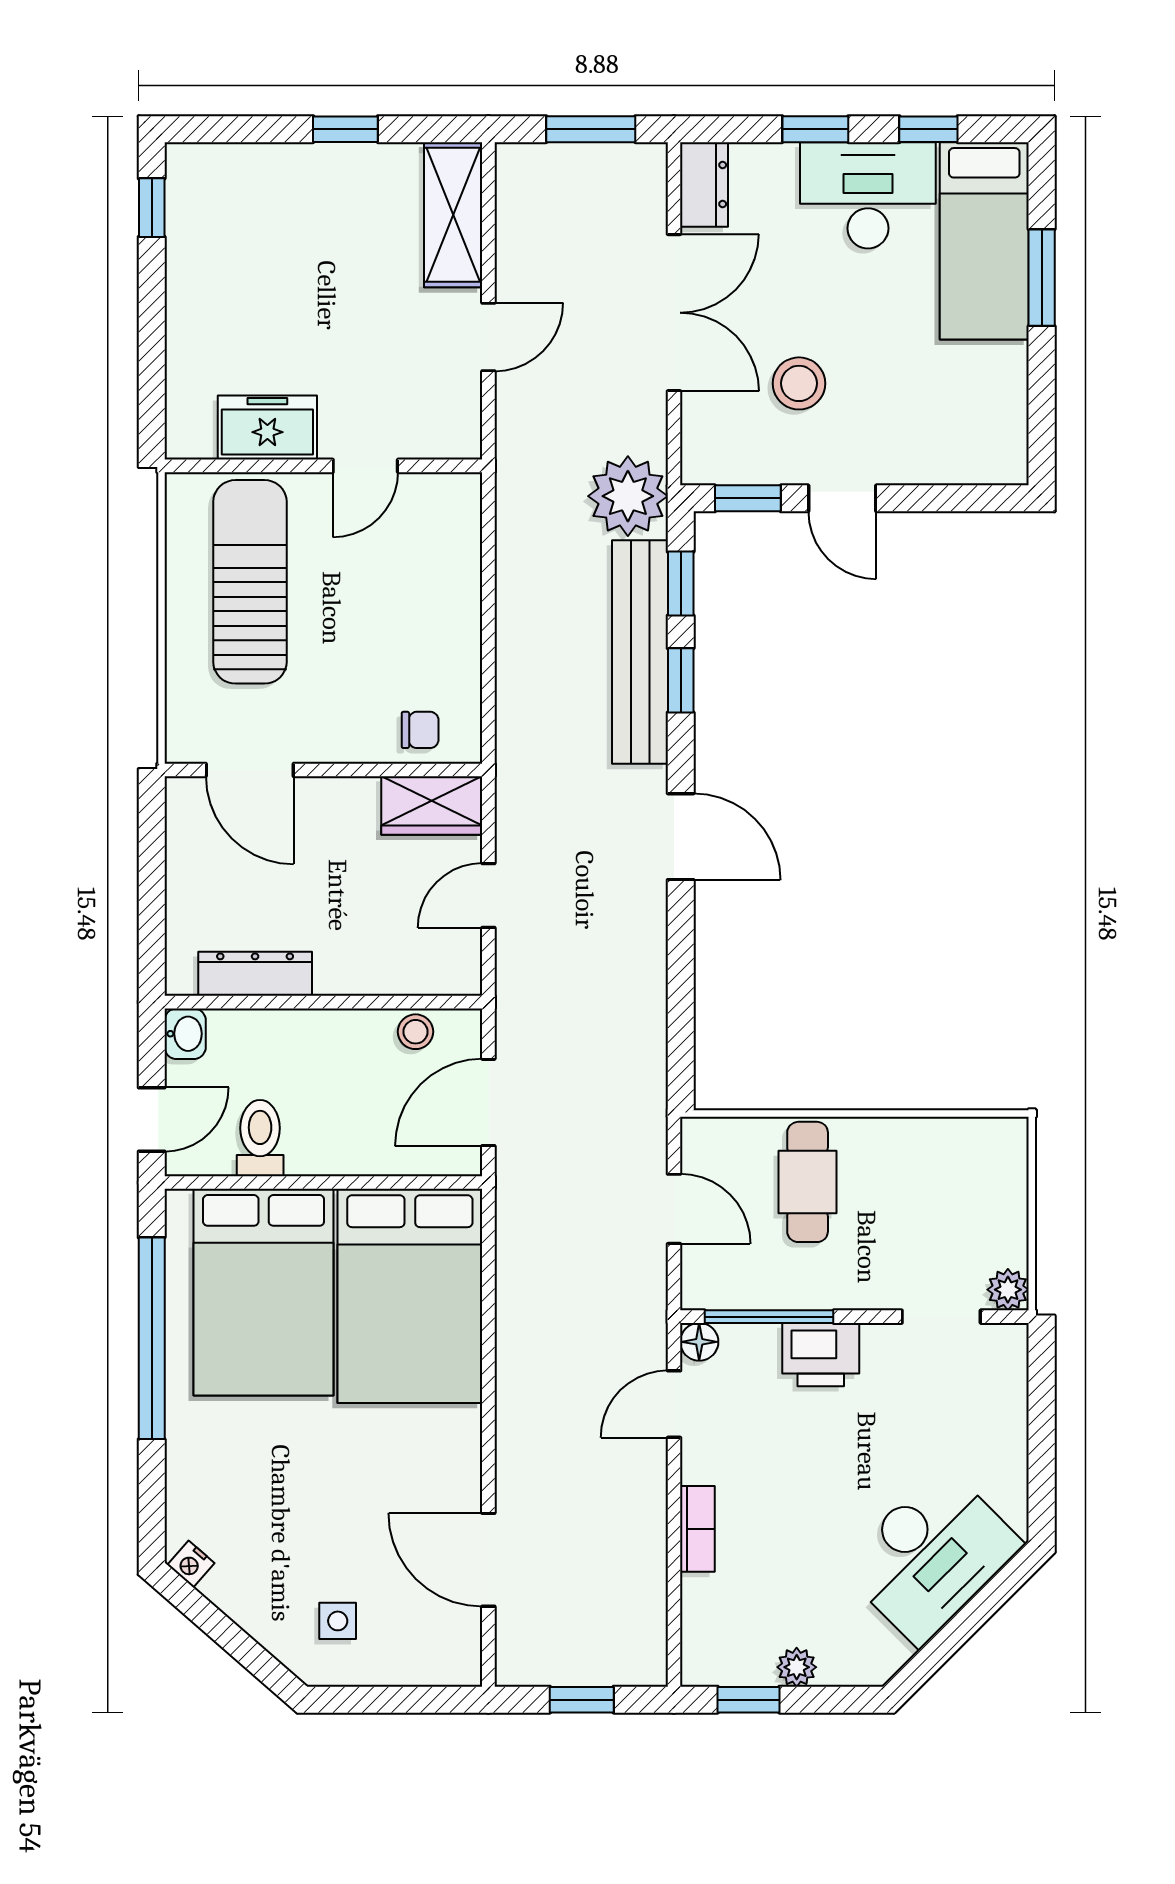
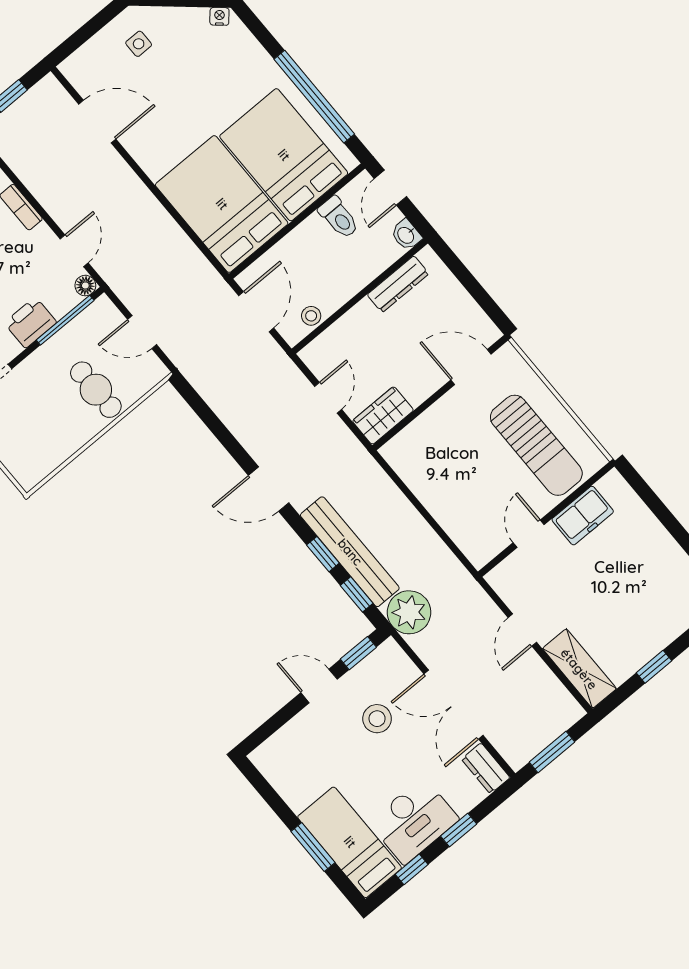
chair: (420, 730) -> (414, 443), removed

